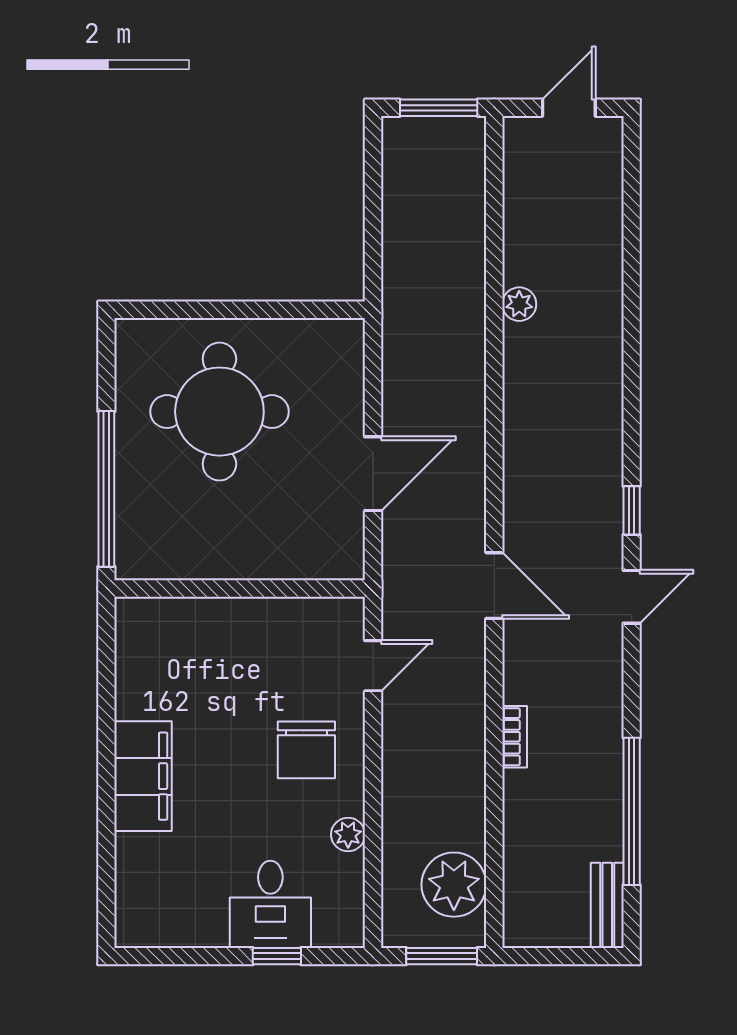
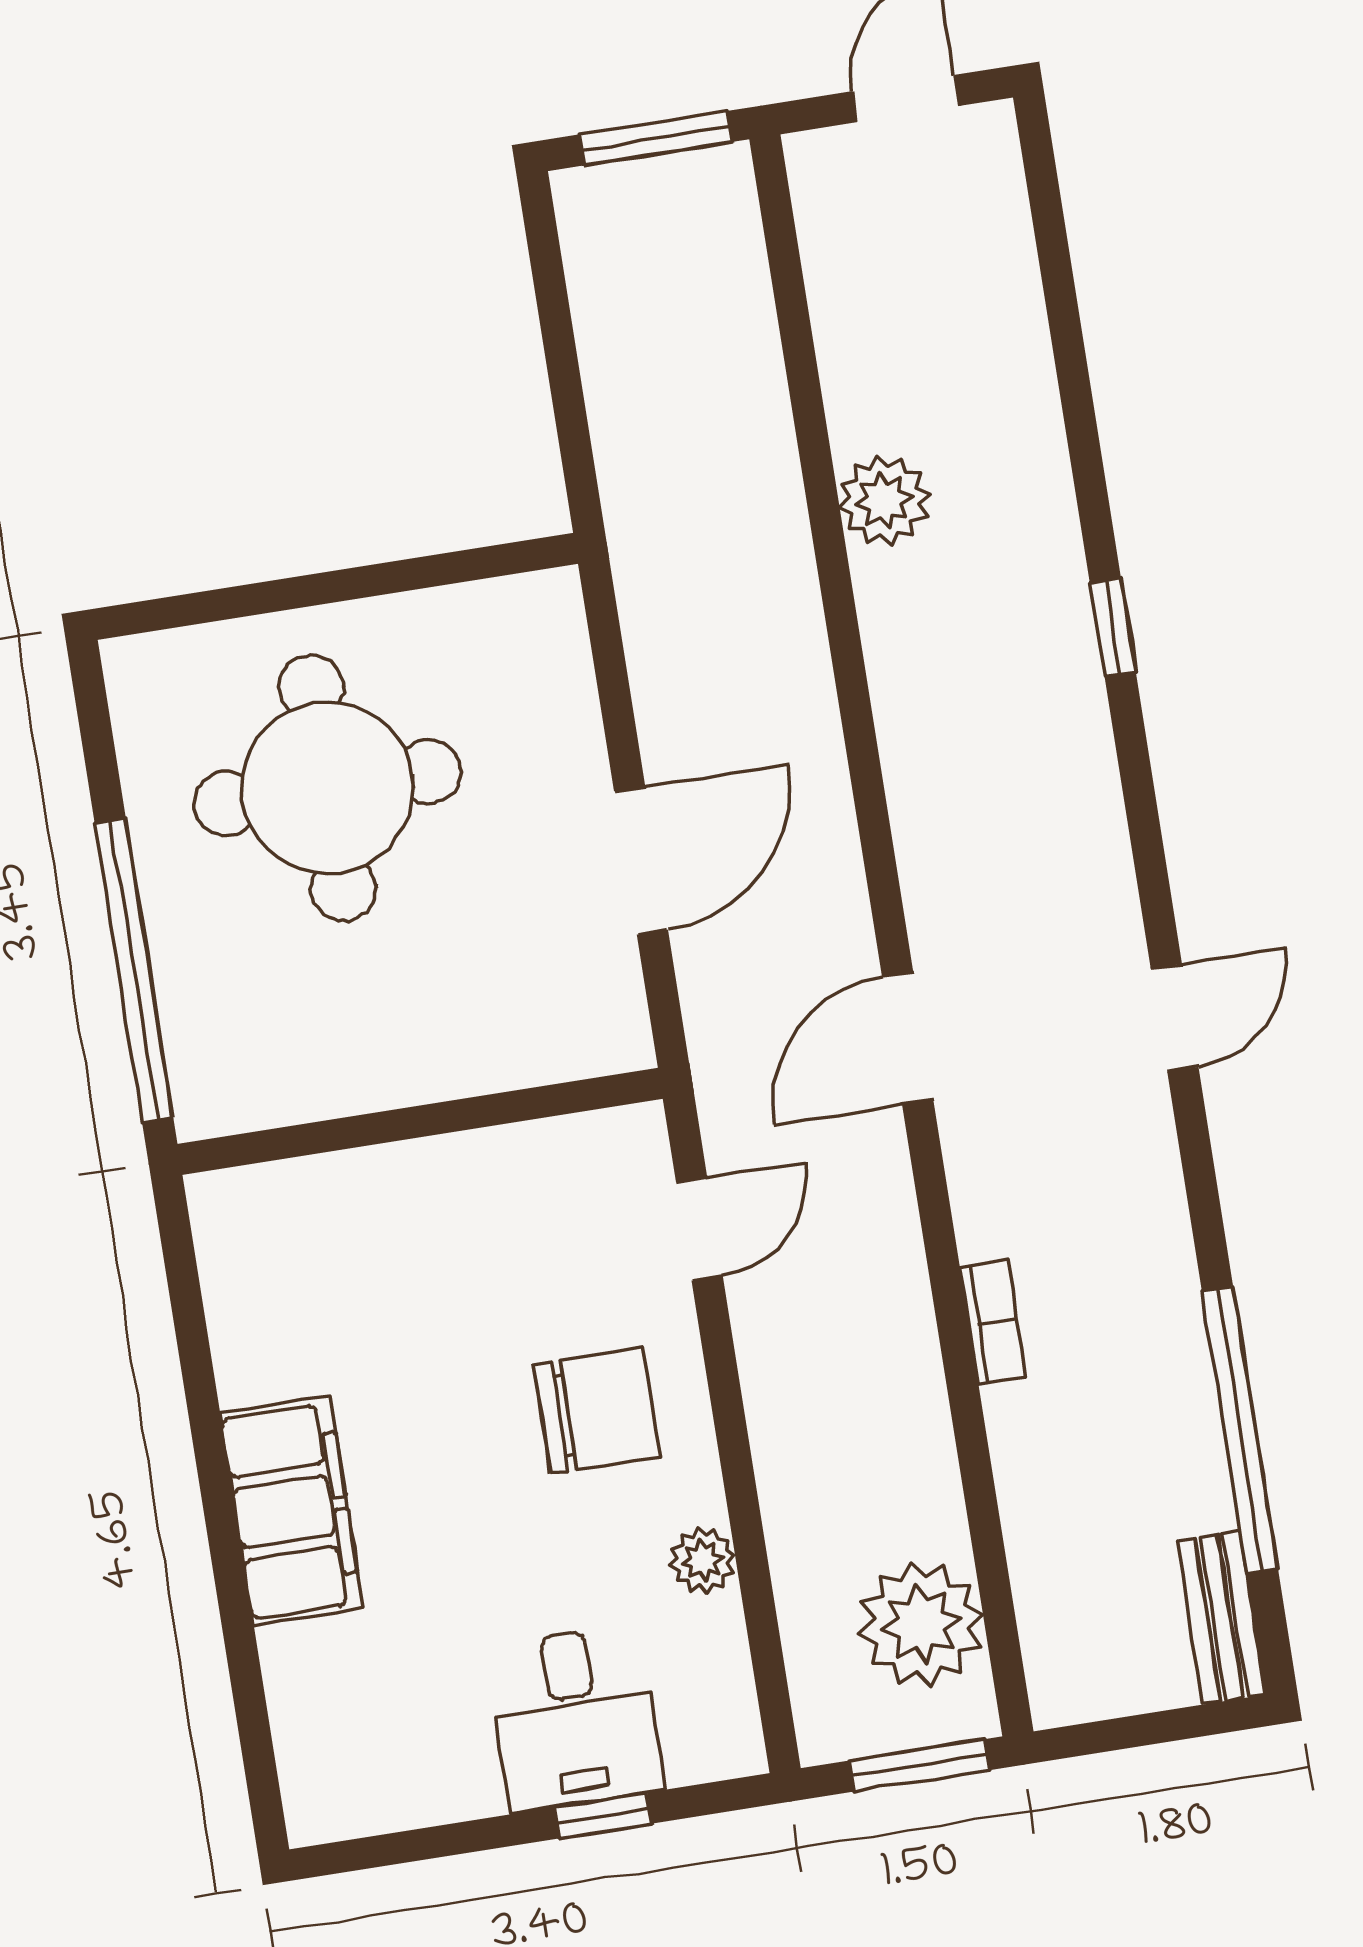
plant: (519, 304) -> (884, 501), width x1.38, depth x1.38
window: (632, 510) -> (1113, 627), moved
door: (494, 586) -> (908, 1038), swing flipped
chair: (306, 750) -> (597, 1411), turned -90

